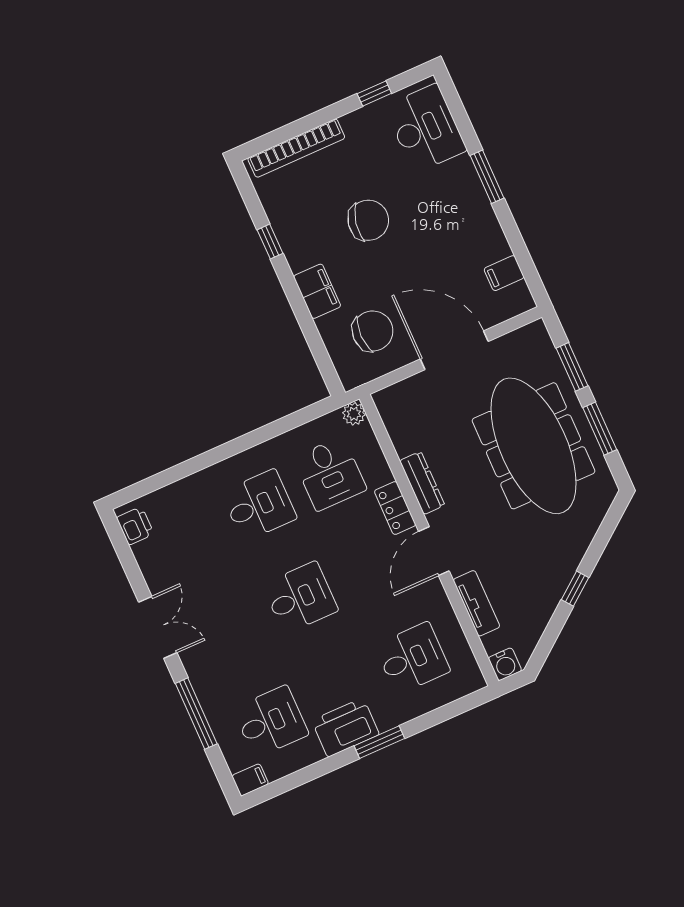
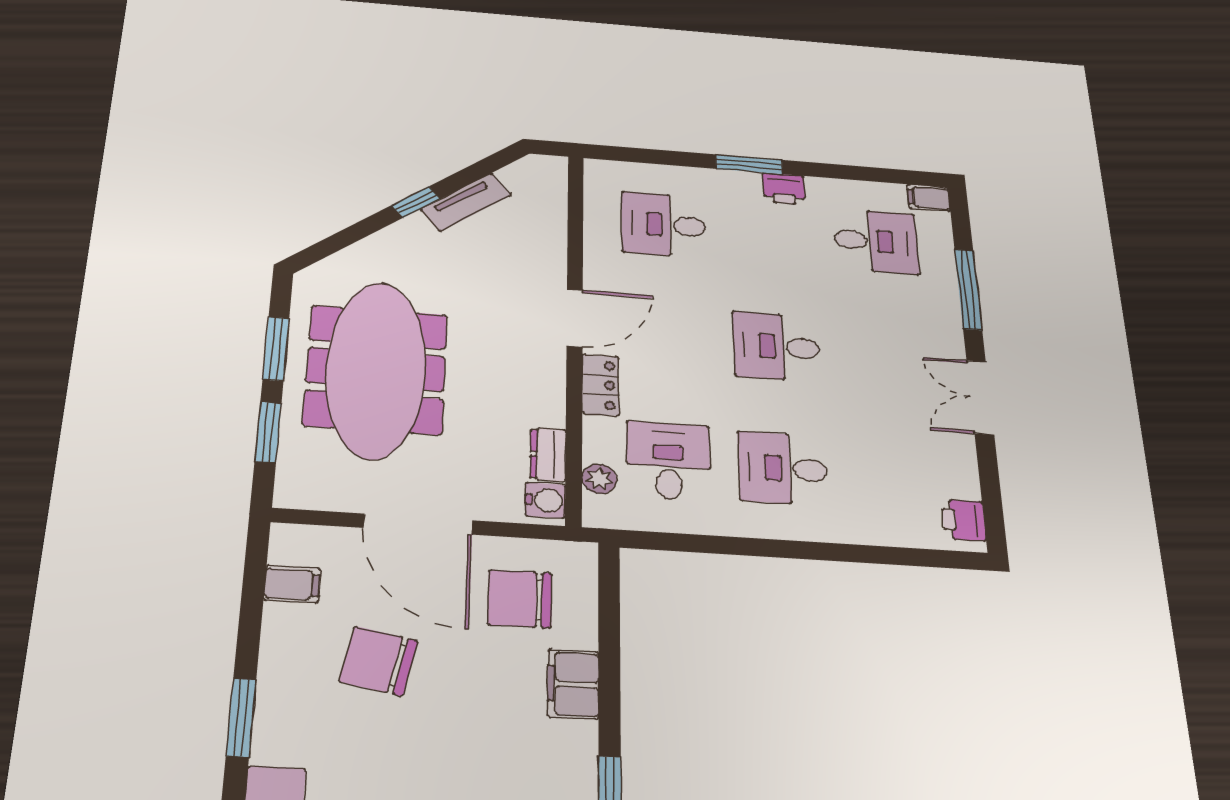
chair: (368, 220) -> (379, 661), moved
plant: (354, 414) -> (599, 479), moved
dresser: (422, 483) -> (548, 455), moved, width x0.70
tv unit: (476, 603) -> (466, 202), moved, turned -128
water cooler: (505, 664) -> (545, 500), moved, turned 90
desk: (271, 722) -> (876, 241), turned 180
printer: (345, 727) -> (784, 189), width x0.53, depth x0.68

